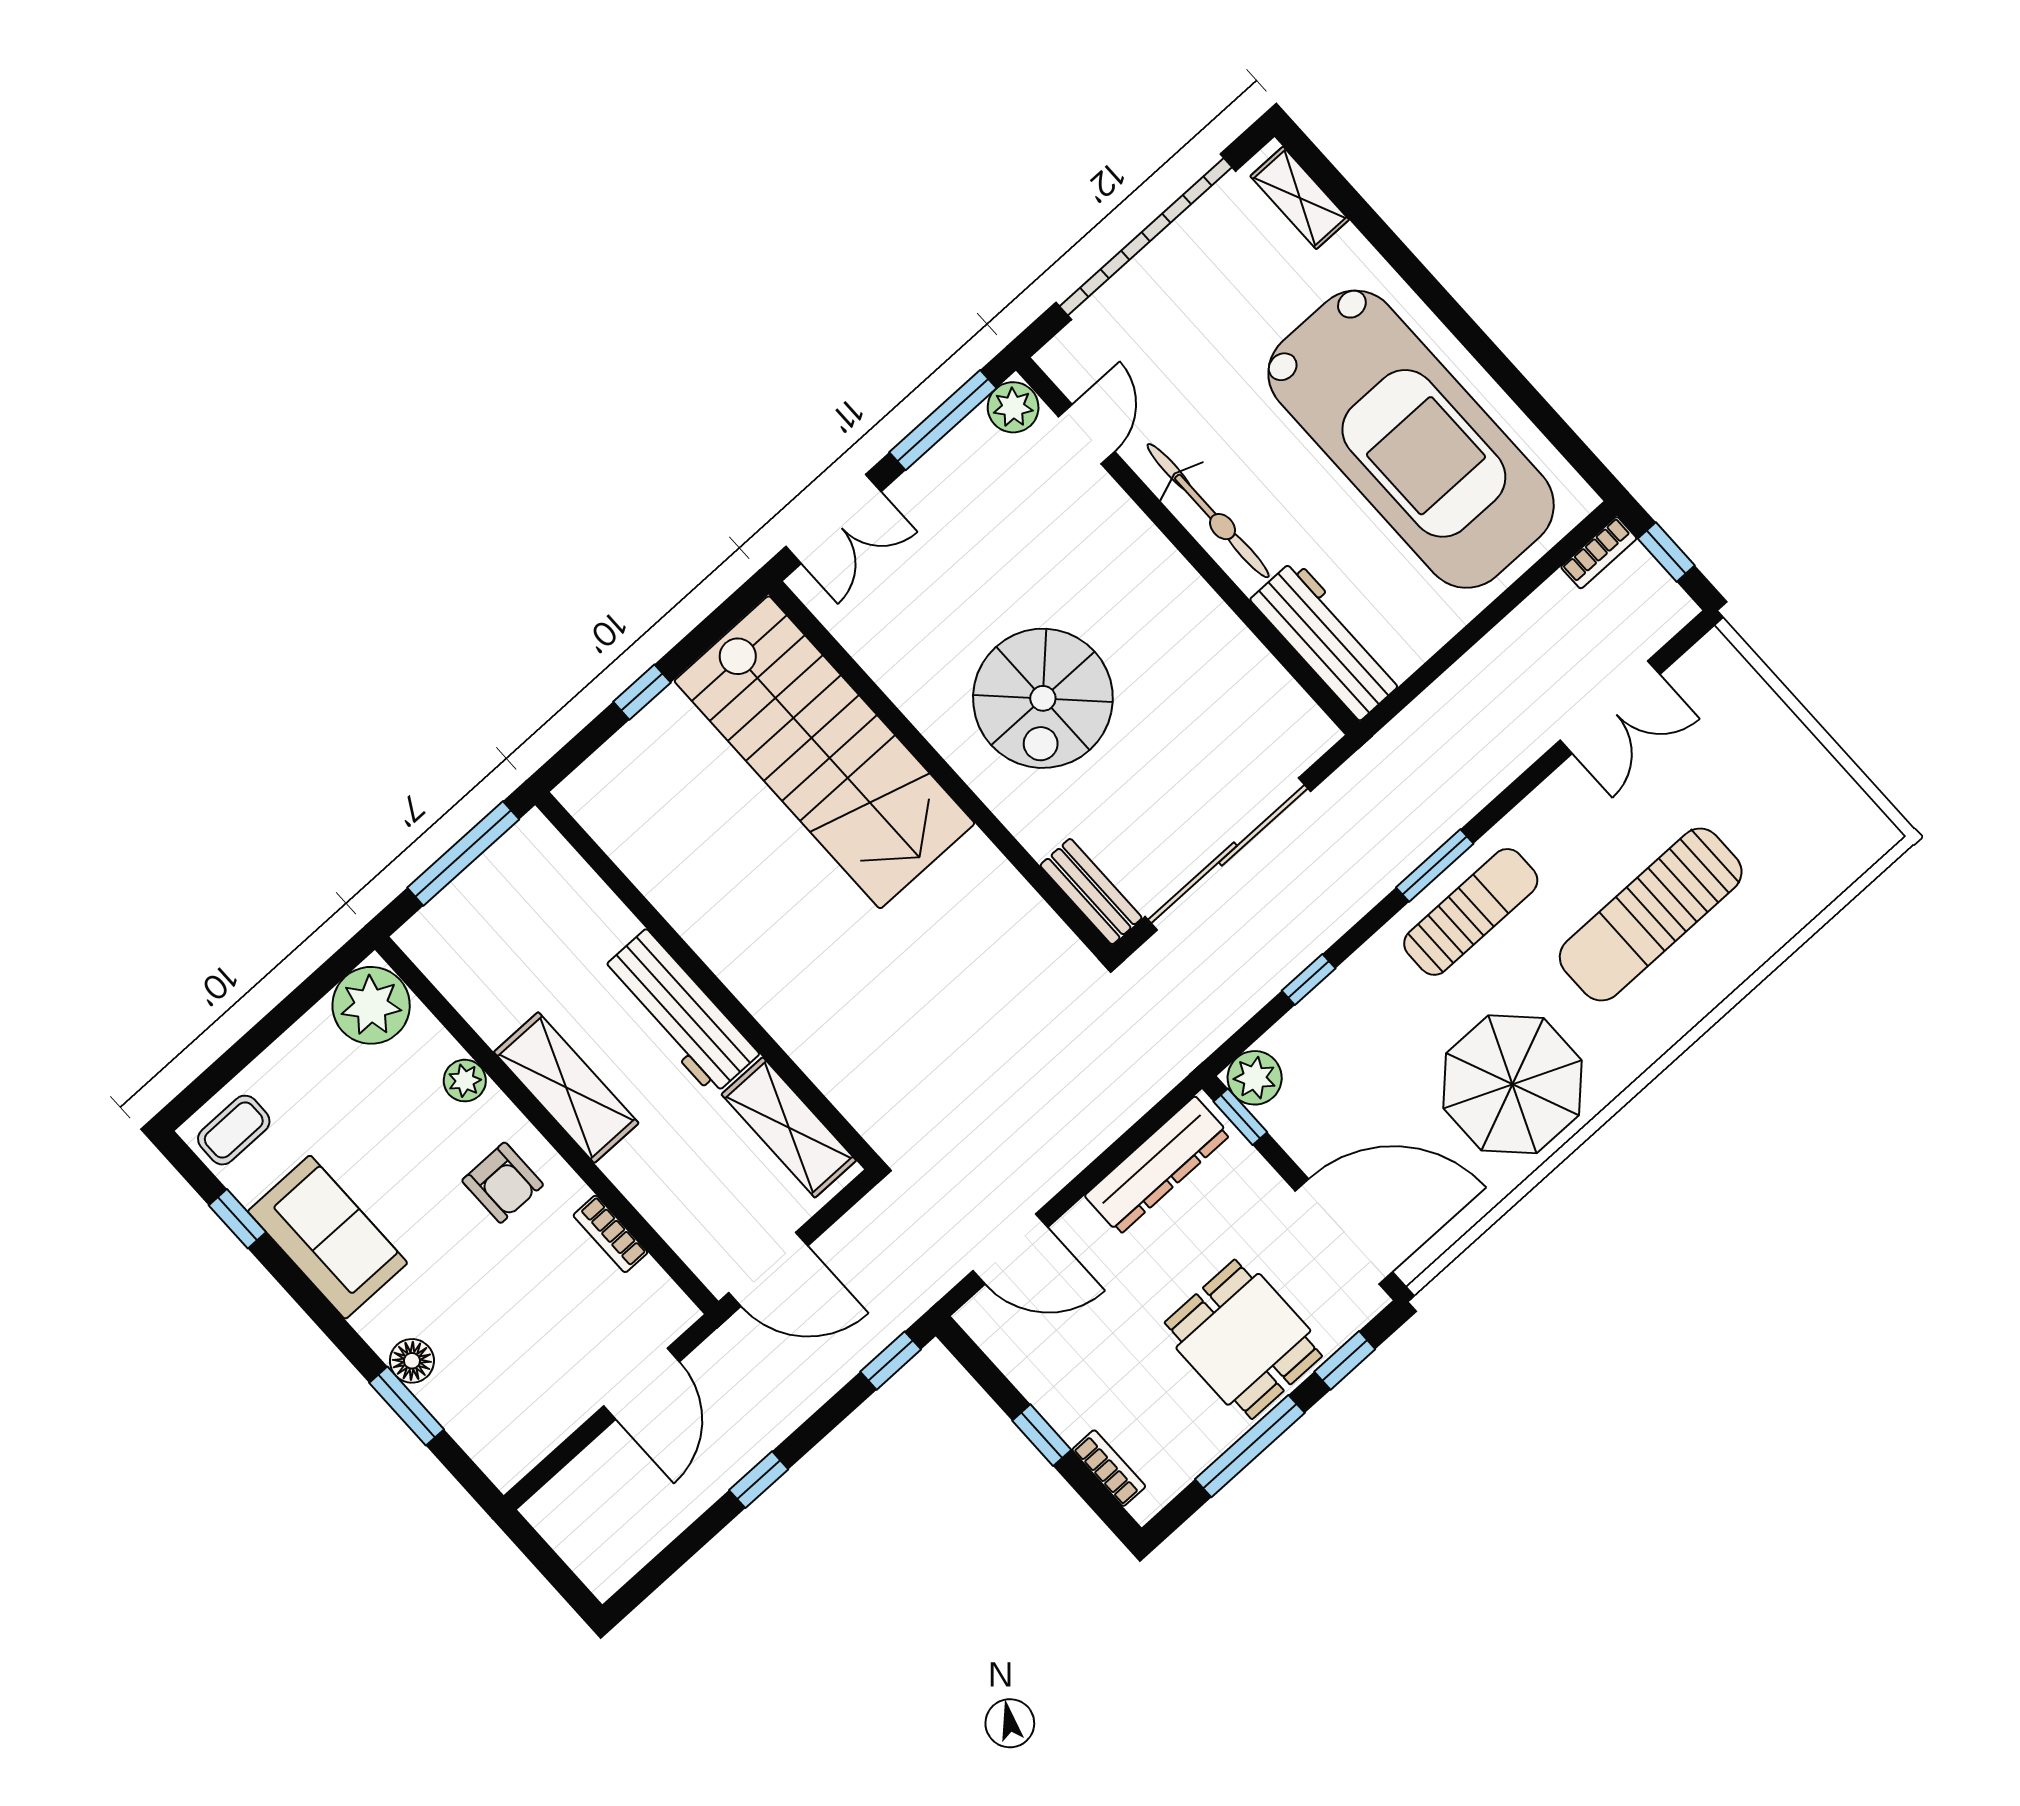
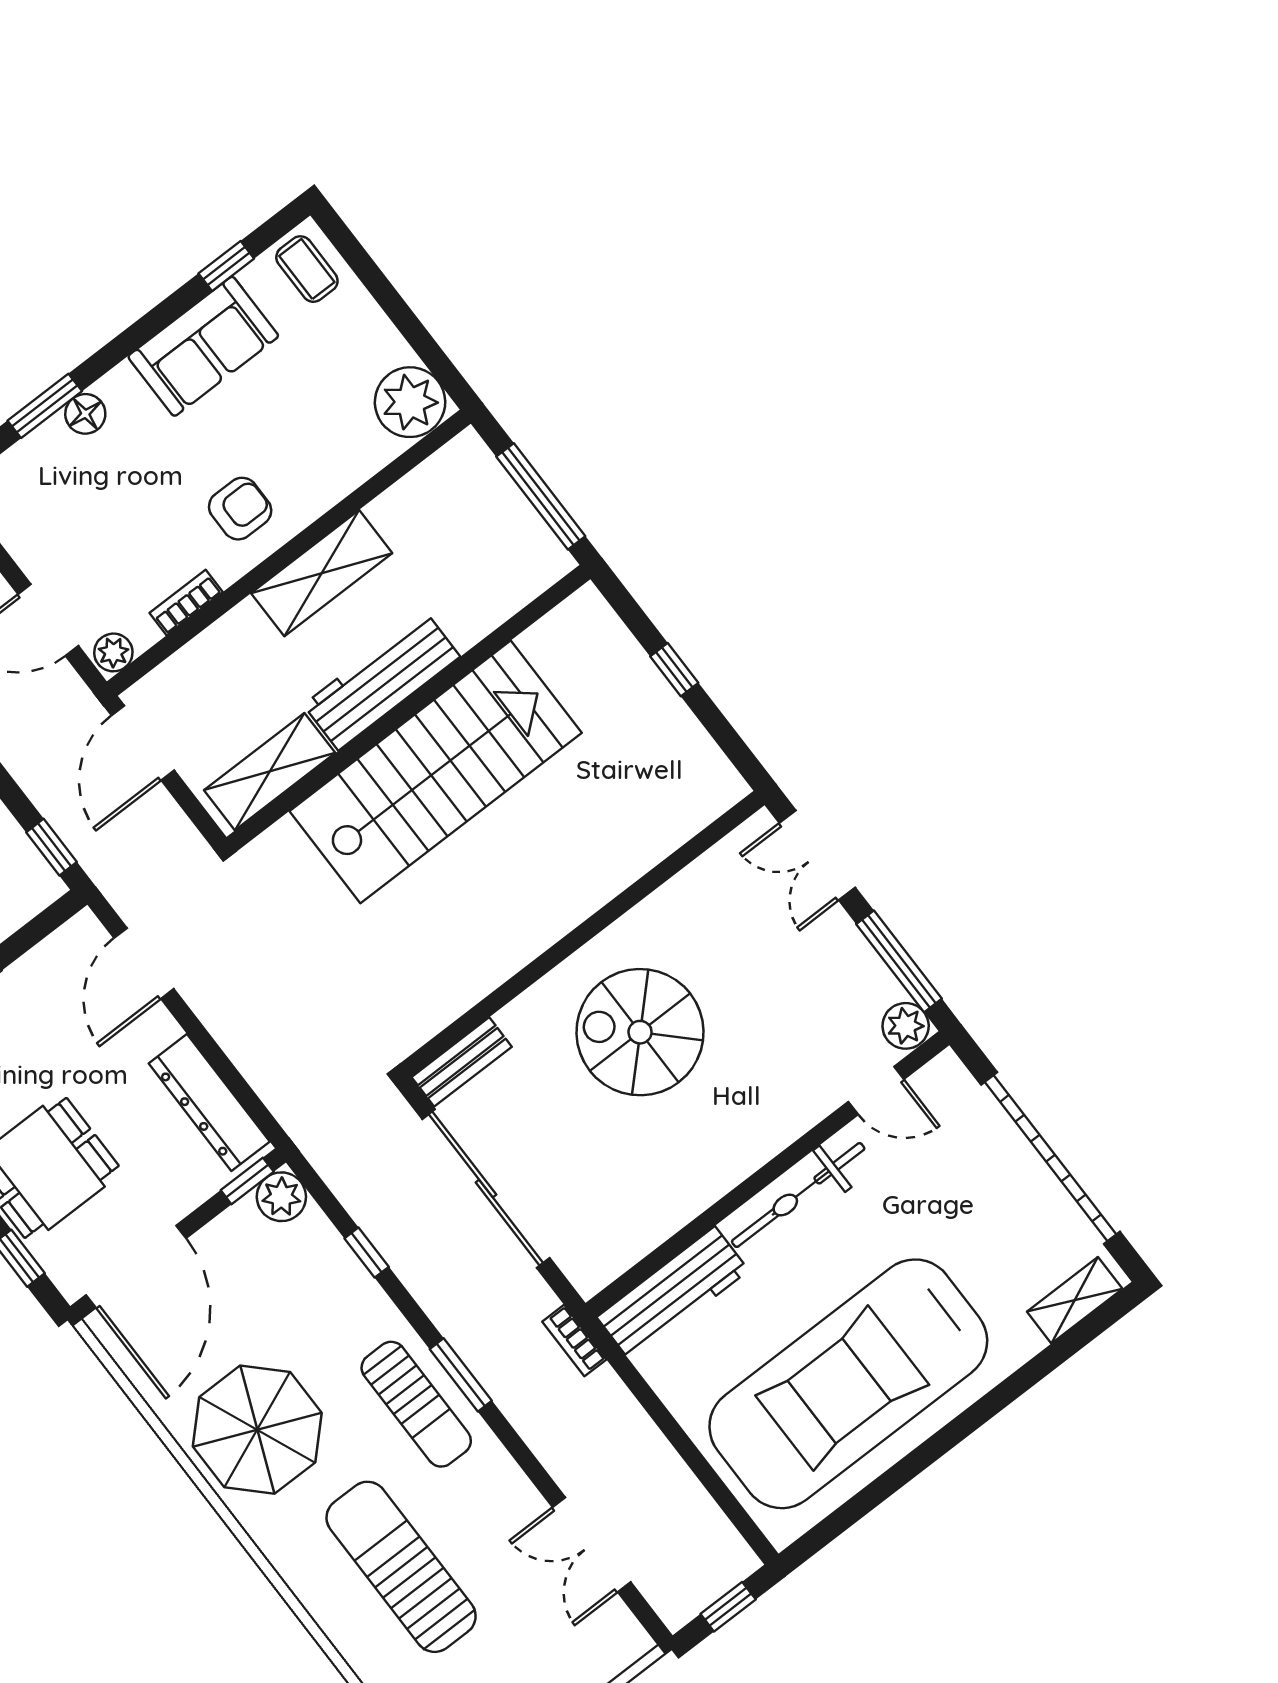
bookcase: (1599, 553) -> (574, 1341), moved
stairs: (824, 752) -> (436, 772), moved, turned 180
plant: (465, 1081) -> (113, 652), moved
armchair: (503, 1183) -> (240, 509), turned 180

